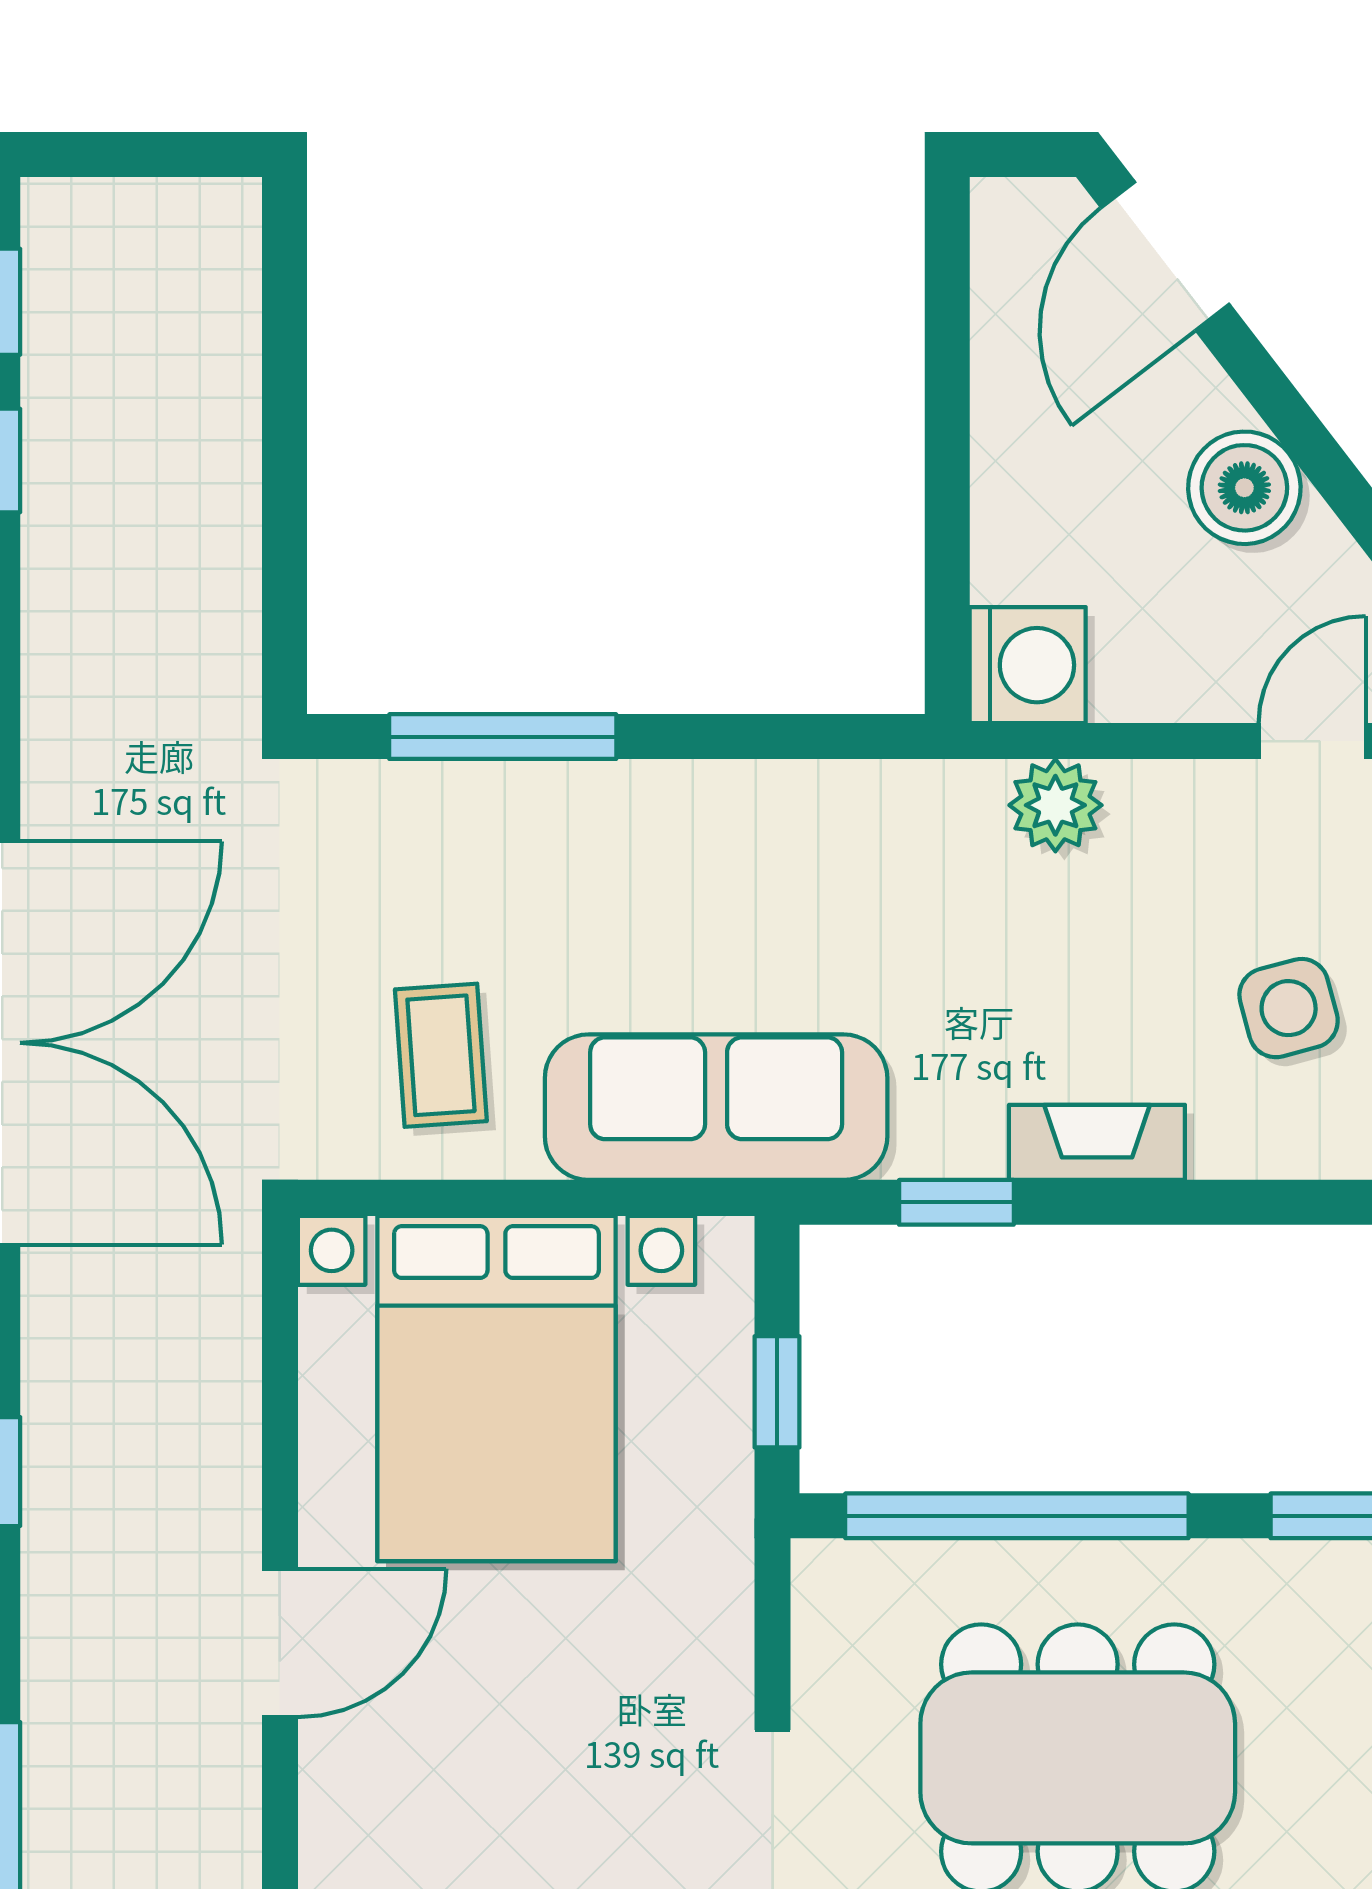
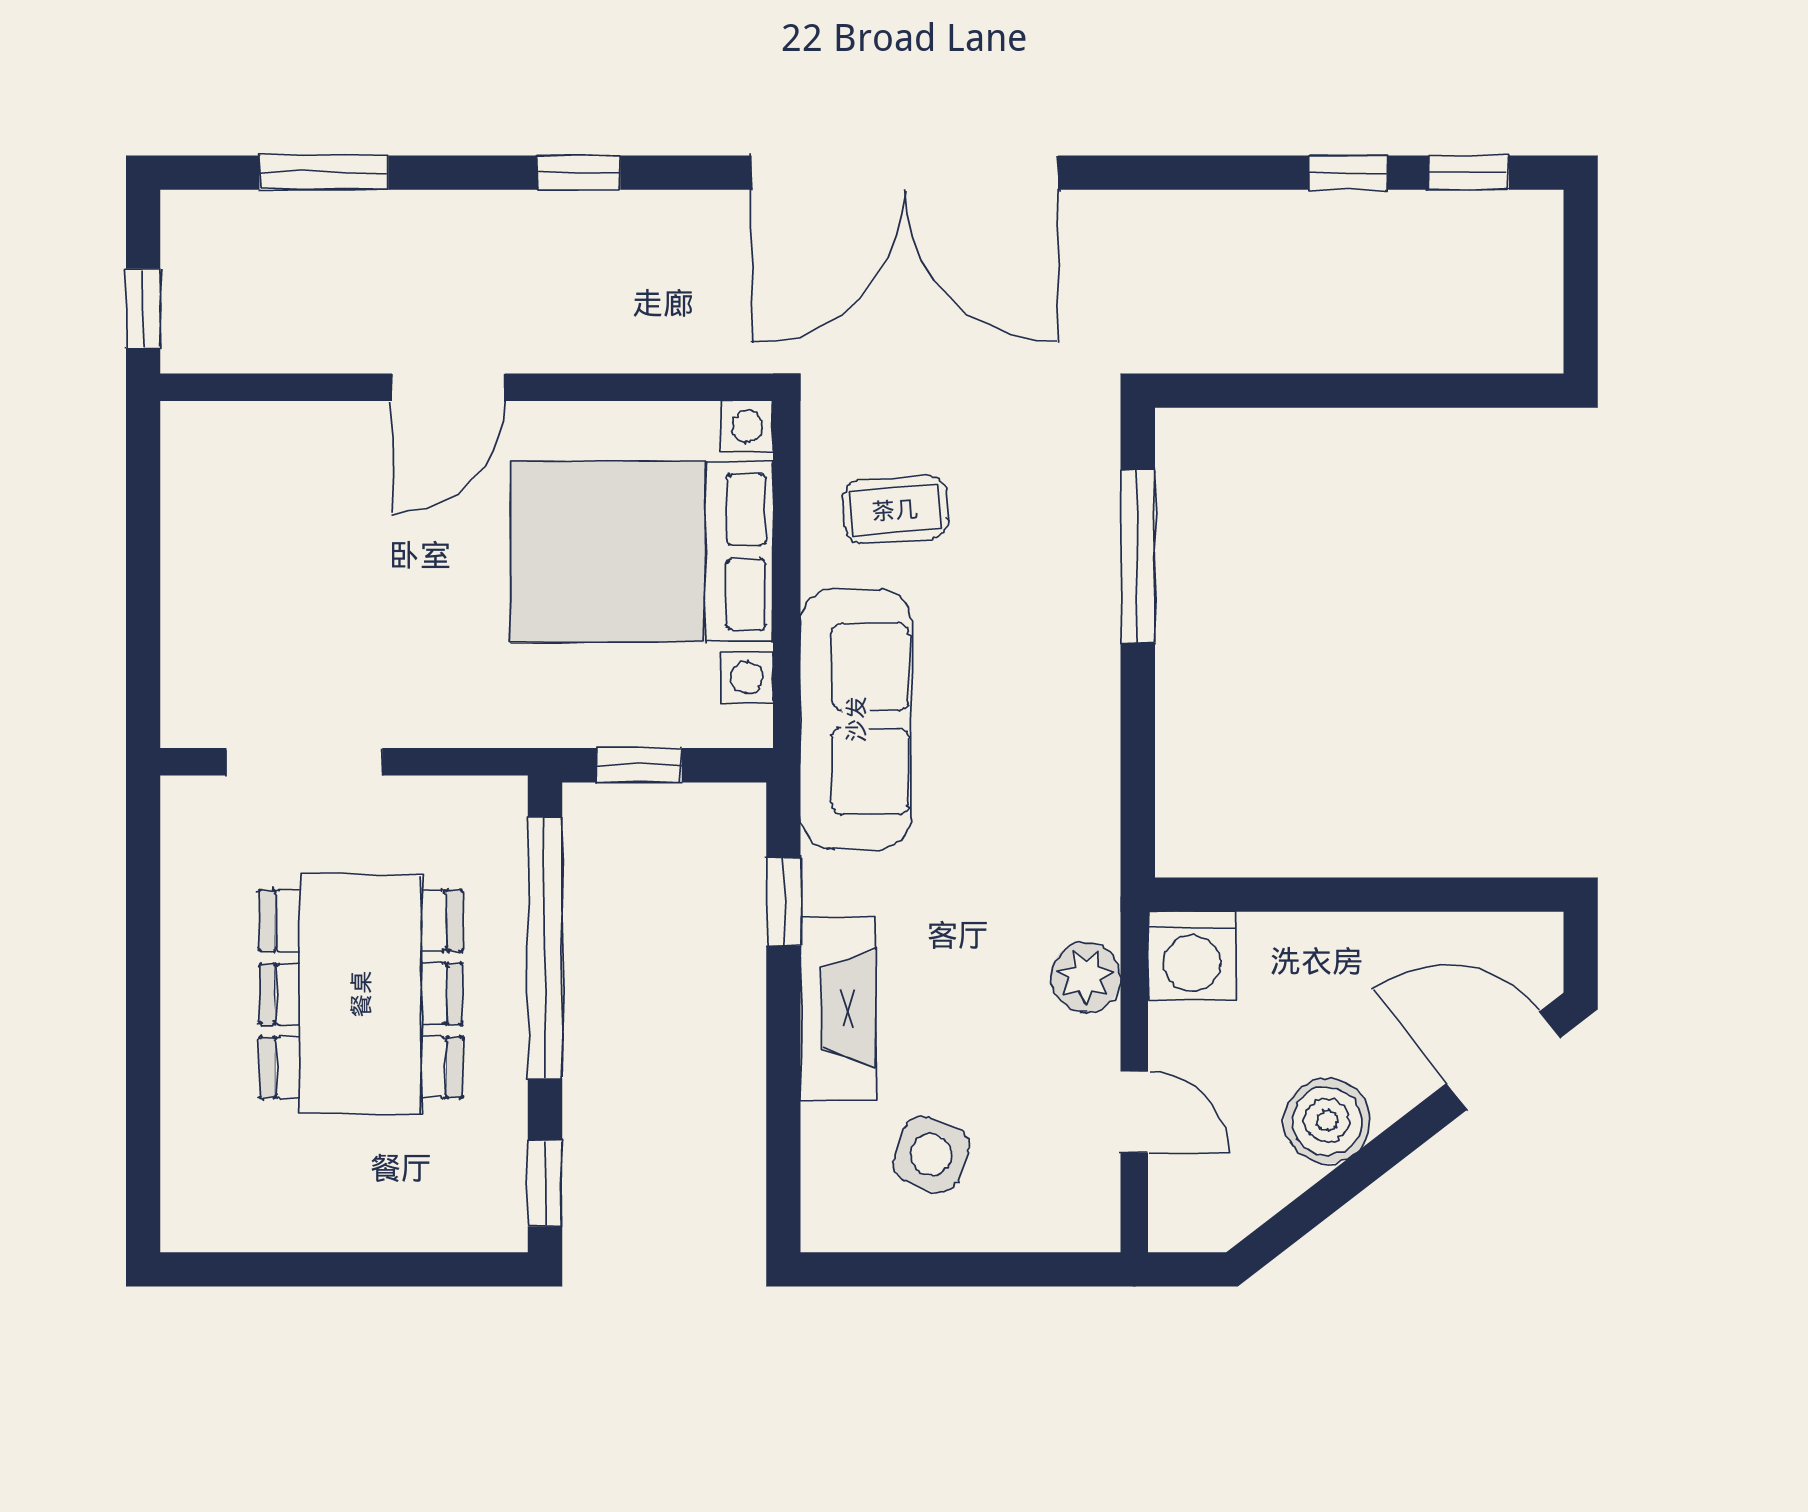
door: (1312, 741) -> (1134, 1112), moved
side table: (1289, 1008) -> (931, 1154), turned 36
fireplace: (1097, 1142) -> (838, 1009), width x1.37, depth x1.32
door: (280, 1643) -> (448, 387), hinge flipped

